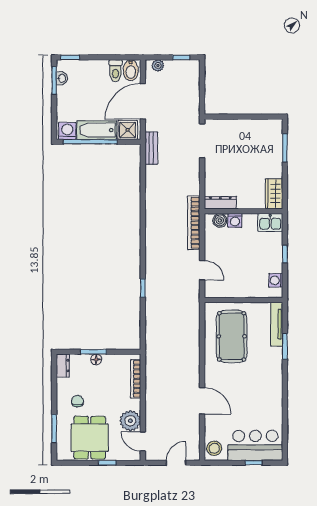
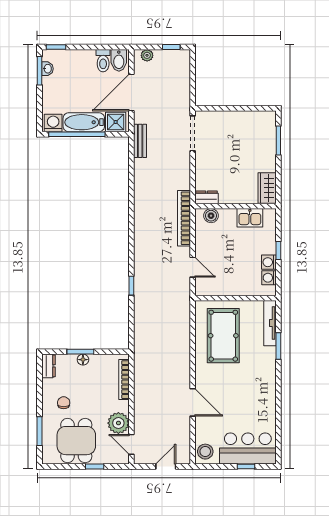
dresser: (220, 203) -> (207, 197), width x0.70
washing machine: (235, 220) -> (269, 262), moved, turned 90
kitchen sink: (270, 222) -> (250, 218), moved

